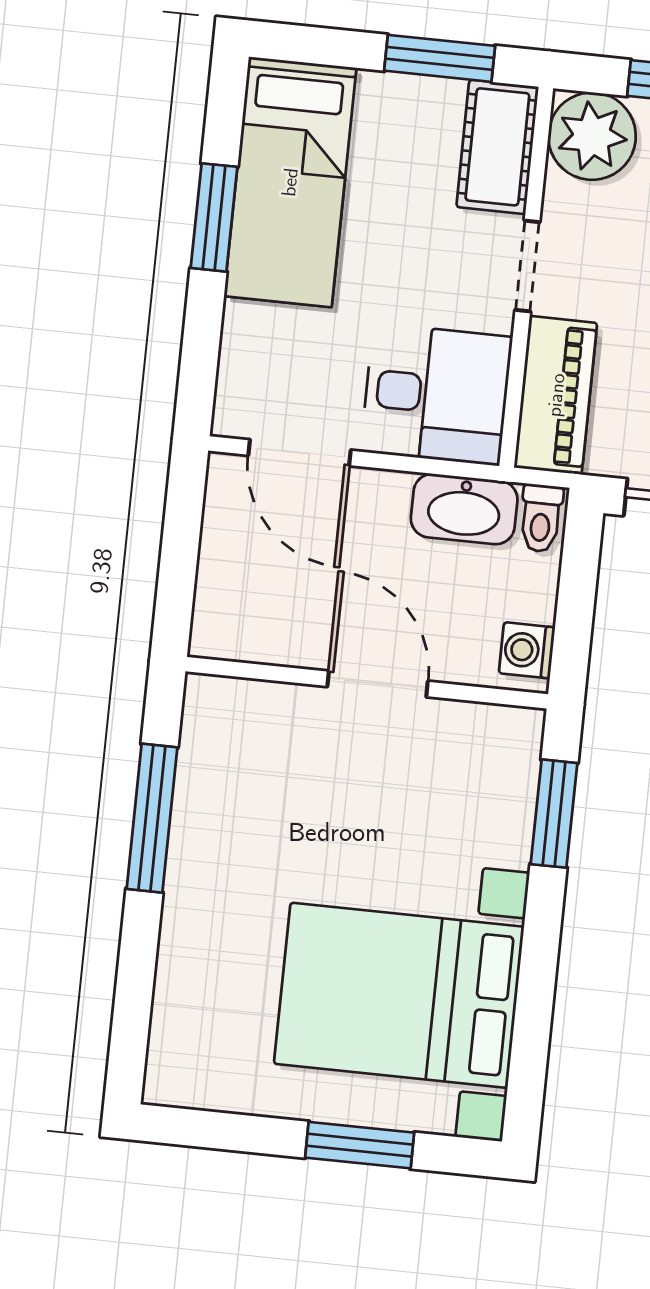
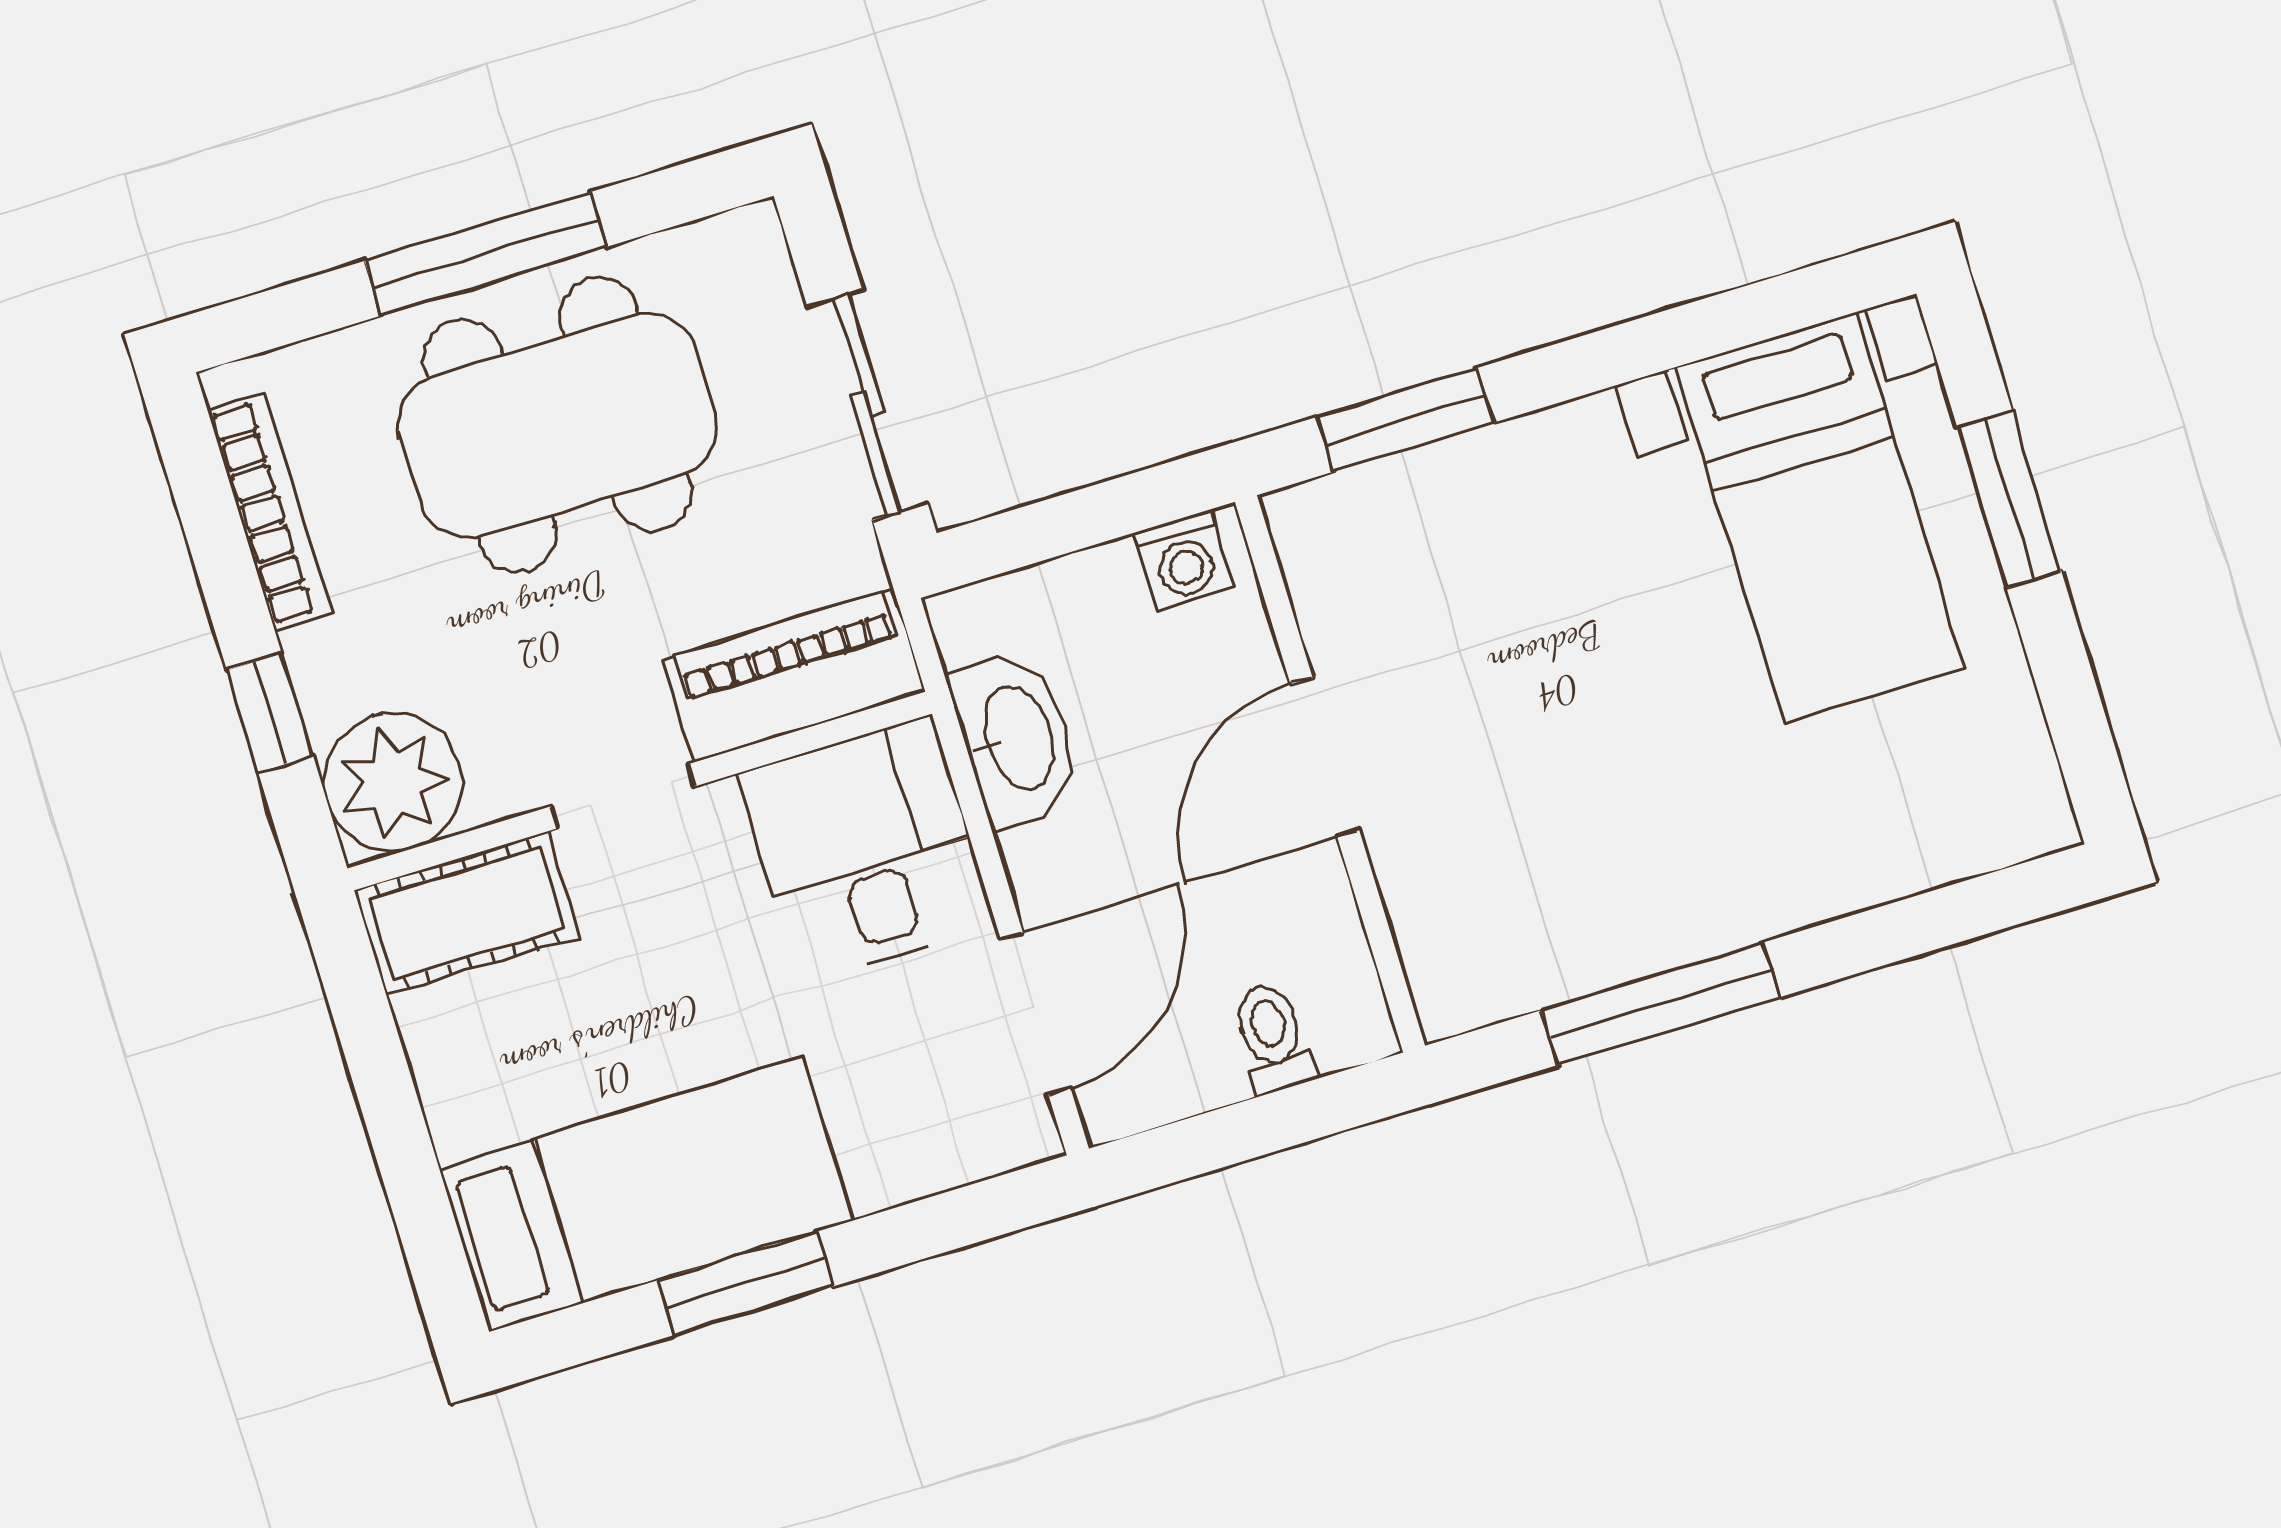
window: (440, 58) -> (374, 1052), removed
toilet: (541, 518) -> (1273, 1038), moved, turned -90
bed with nightstands: (399, 995) -> (1820, 517), width x0.73

